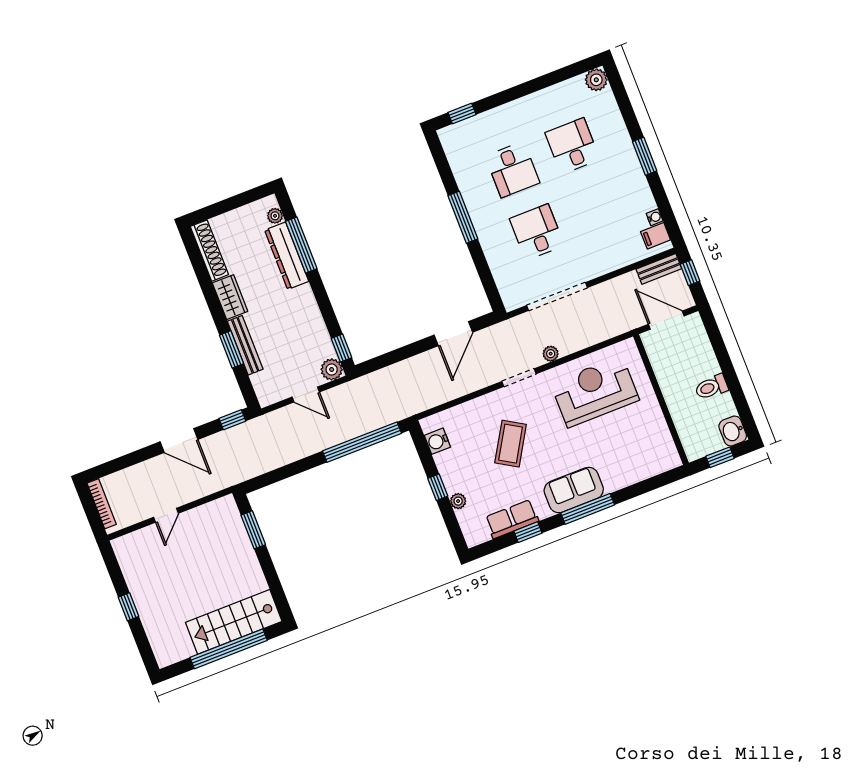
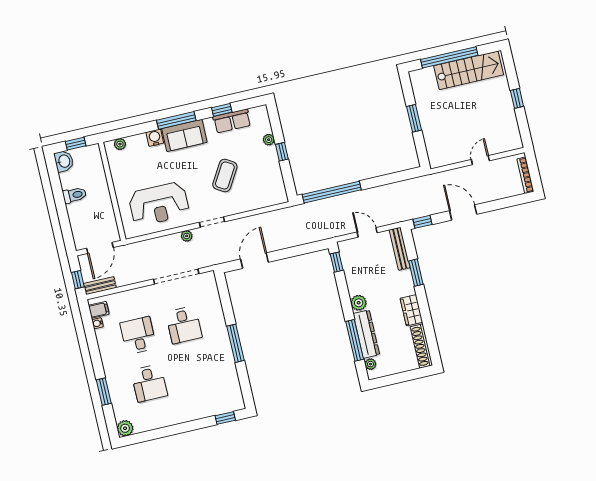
window: (645, 156) -> (104, 392), moved
desk: (512, 169) -> (138, 335), moved
door: (666, 320) -> (100, 248), hinge flipped
bench: (245, 345) -> (400, 249), moved
plant: (332, 369) -> (359, 303), moved
water cooler: (437, 441) -> (155, 138), moved, turned -90
plant: (660, 466) -> (120, 144), added
window: (253, 530) -> (414, 118), moved
stairs: (234, 622) -> (469, 70), moved

